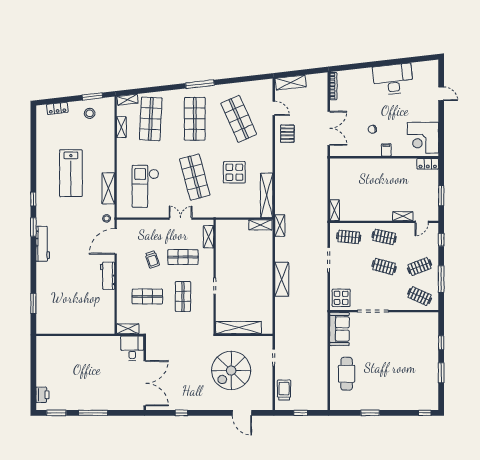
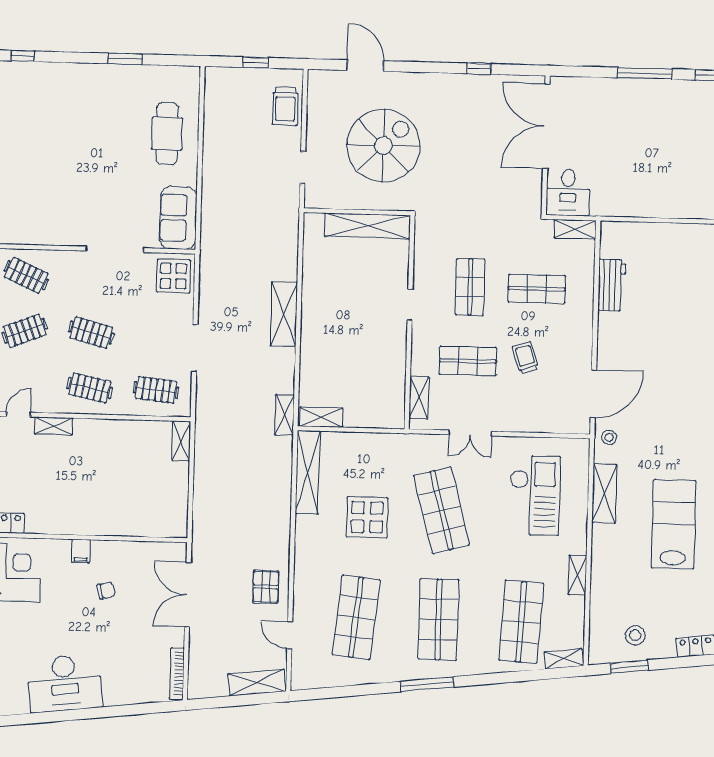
shop shelf: (239, 119) -> (356, 617), turned 30
shelving: (121, 127) -> (577, 575), moved
workbench: (107, 276) -> (612, 285), moved

